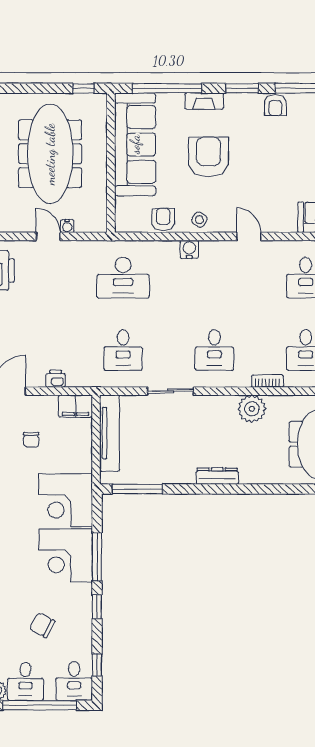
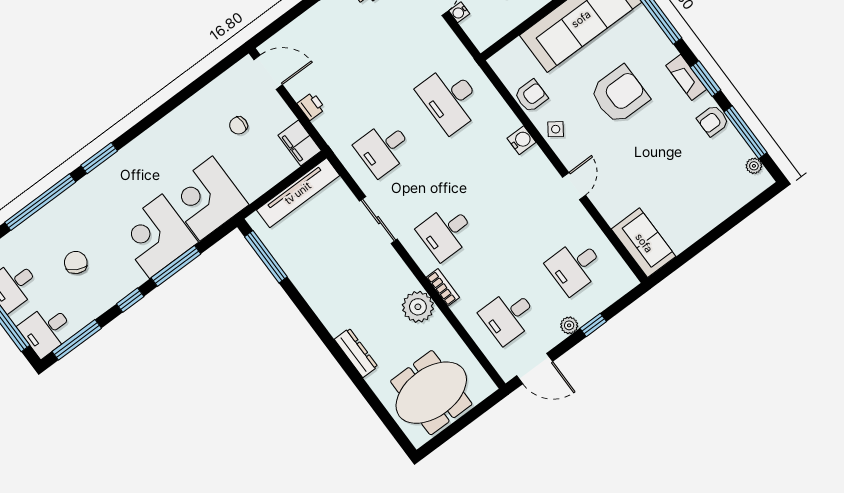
fireplace: (204, 101) -> (686, 77), moved
bookcase: (267, 381) -> (443, 287), moved
dresser: (217, 476) -> (356, 353), moved
window: (97, 665) -> (77, 340), width x2.17

